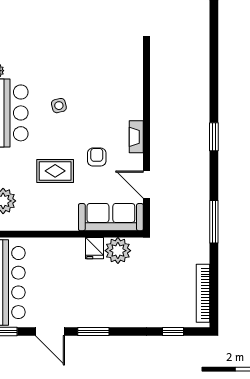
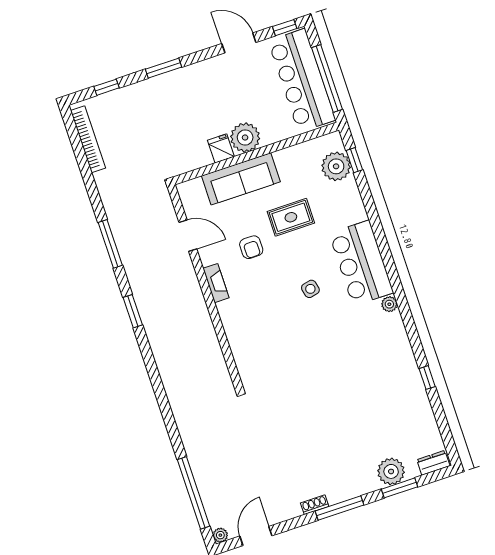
sofa: (111, 217) -> (241, 179), moved
window: (214, 222) -> (110, 244), moved
plant: (118, 251) -> (245, 137), moved
window: (93, 331) -> (164, 68), moved

